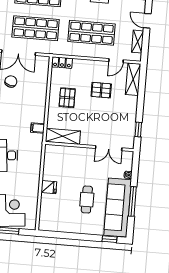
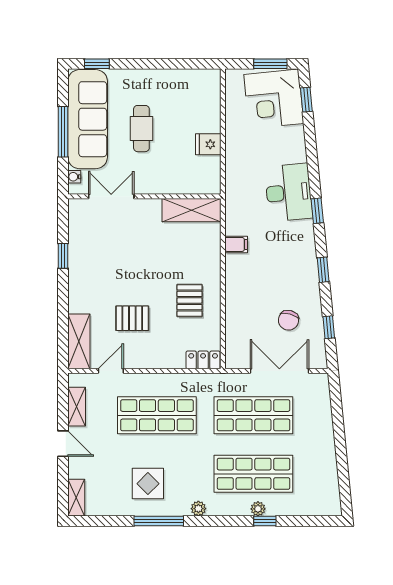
shelving: (63, 136) -> (191, 210), moved
wall: (89, 147) -> (144, 196), moved
double door: (109, 148) -> (111, 196), moved

